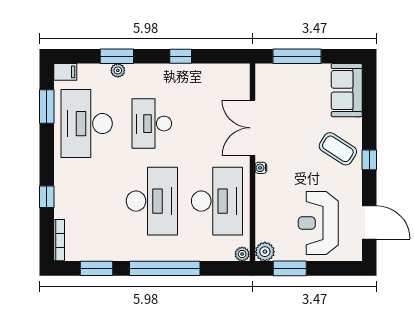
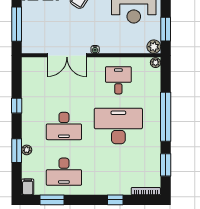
desk: (87, 124) -> (64, 172), width x0.73, depth x0.77
desk: (217, 201) -> (118, 80), width x0.53, depth x0.77

